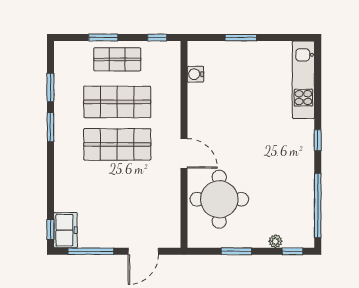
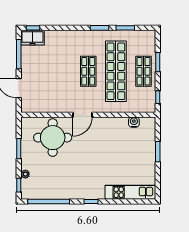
shop shelf: (117, 102) -> (116, 71), width x1.40
shop shelf: (117, 144) -> (88, 71), width x0.70, depth x0.74

